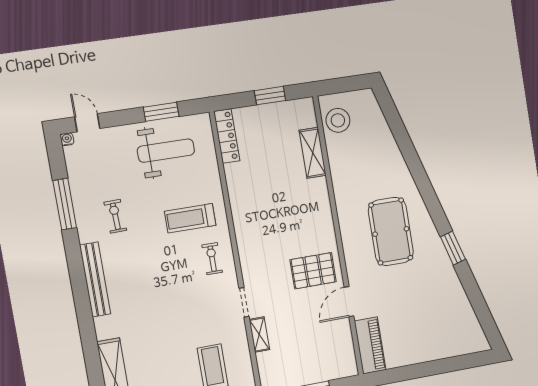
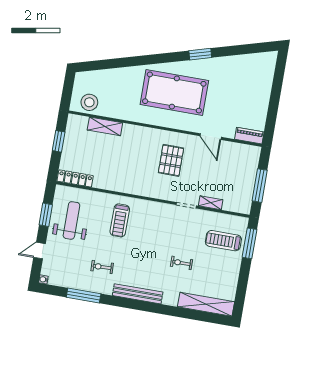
door: (87, 123) -> (39, 251), moved
pool table: (391, 231) -> (174, 92), width x1.36, depth x1.32
exercise bike: (212, 259) -> (181, 263), moved
pallet: (313, 271) -> (171, 160), moved
piano: (370, 345) -> (249, 136), width x0.73, depth x0.75

